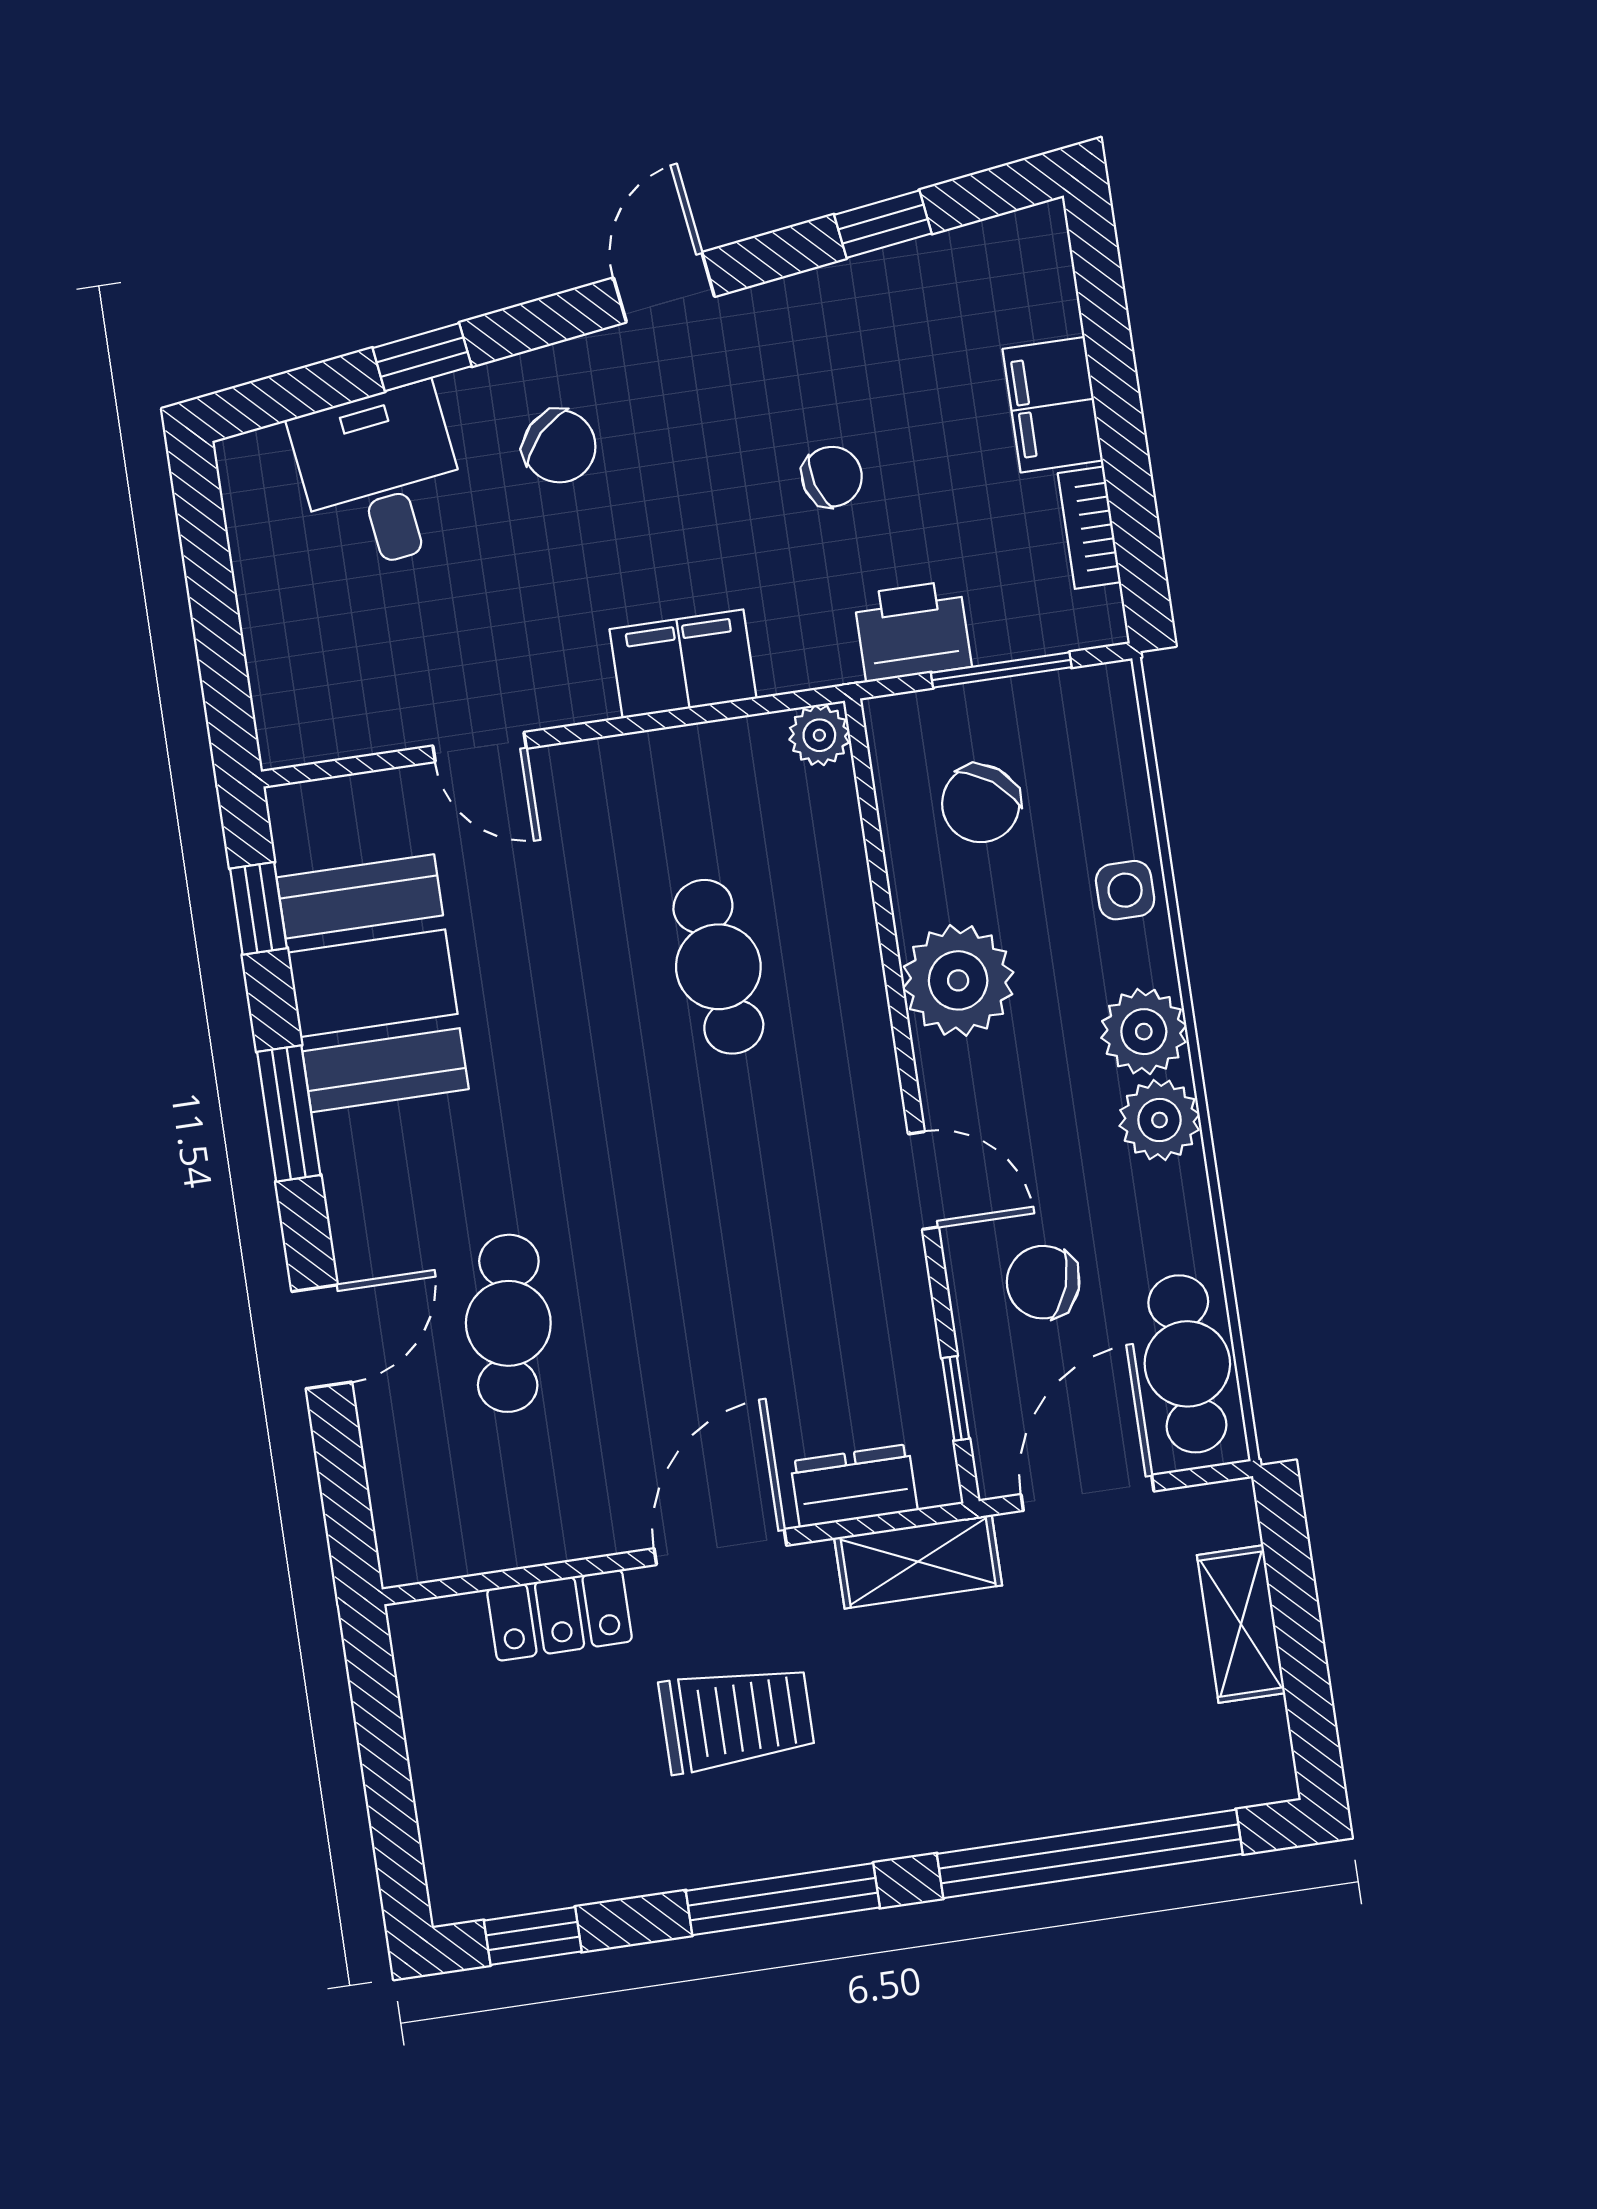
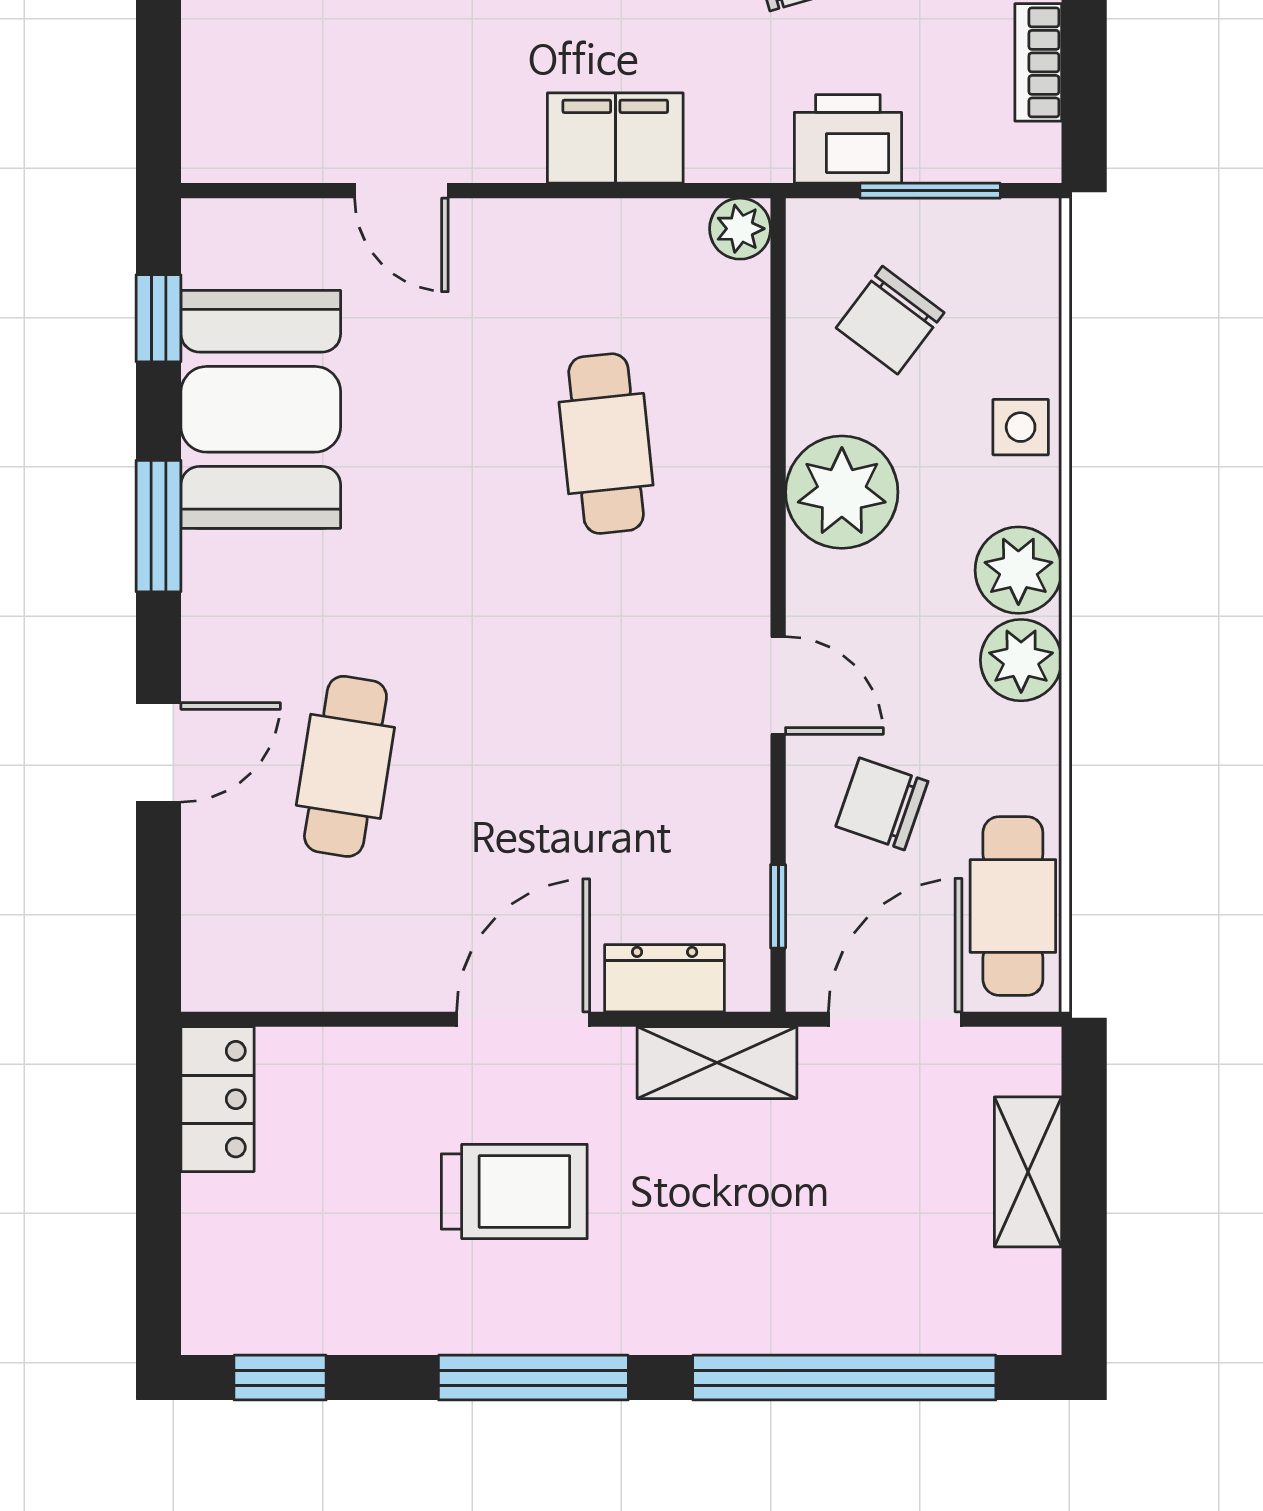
locker: (560, 1615) -> (217, 1099), moved, turned -90

